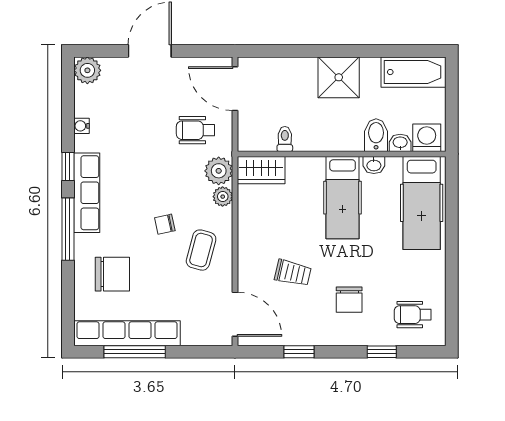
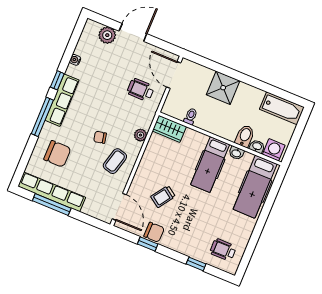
plant: (87, 70) -> (107, 35), moved
shower: (339, 77) -> (223, 88), moved
plant: (219, 171) -> (144, 119), removed
trolley: (293, 273) -> (163, 197), turned 112
chair: (349, 300) -> (154, 232), moved, turned -90

